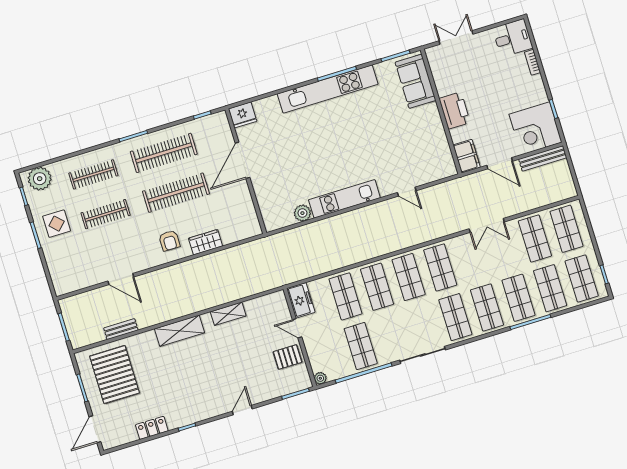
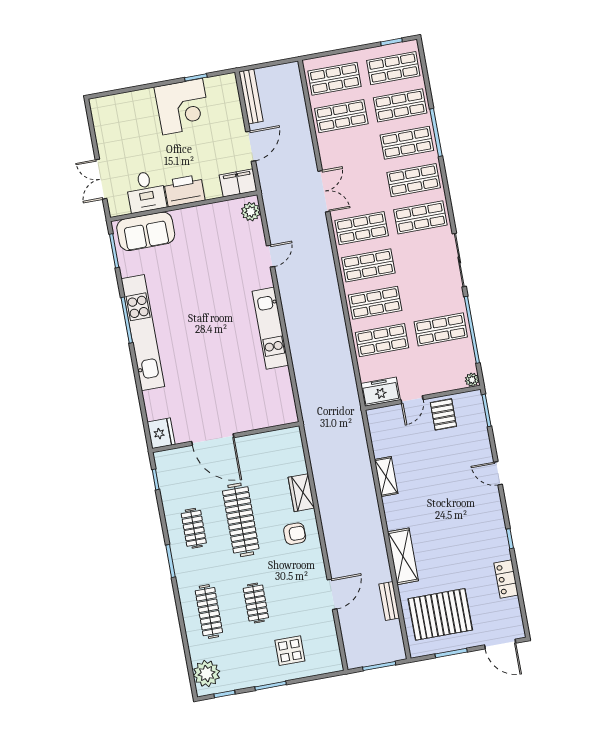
desk: (513, 38) -> (146, 192), moved, turned 180
bookcase: (533, 62) -> (140, 95), removed
corner desk: (535, 128) -> (183, 107), moved
clothes rail: (164, 153) -> (194, 528), width x0.54, depth x0.76
plant: (302, 213) -> (251, 212), moved
clothes rail: (106, 214) -> (256, 603), width x0.73
display table: (57, 224) -> (290, 651), moved
double door: (487, 225) -> (324, 191), moved
shelving: (180, 331) -> (403, 556), moved

